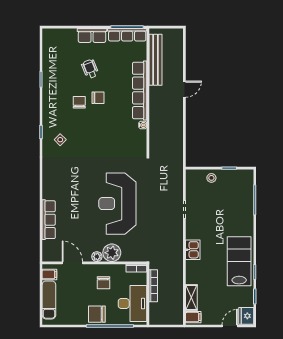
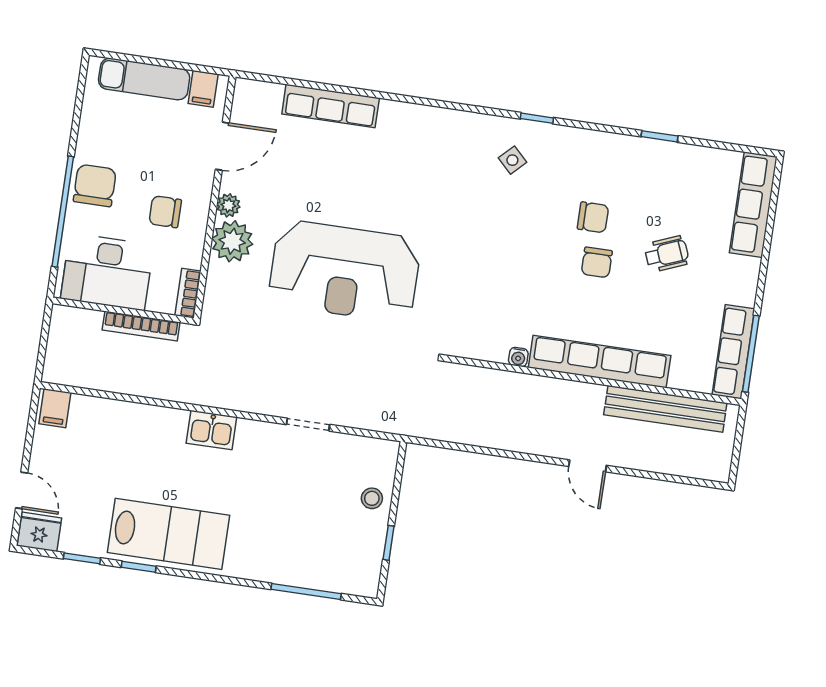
row of seats: (92, 35) -> (753, 205), moved, width x1.48
reception desk: (117, 204) -> (345, 271), turned 180
shelving: (191, 297) -> (101, 411), removed

